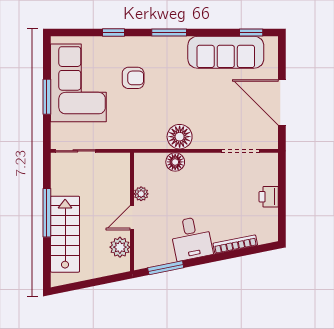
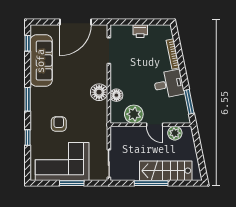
plant: (141, 194) -> (134, 114), width x1.87, depth x1.87

